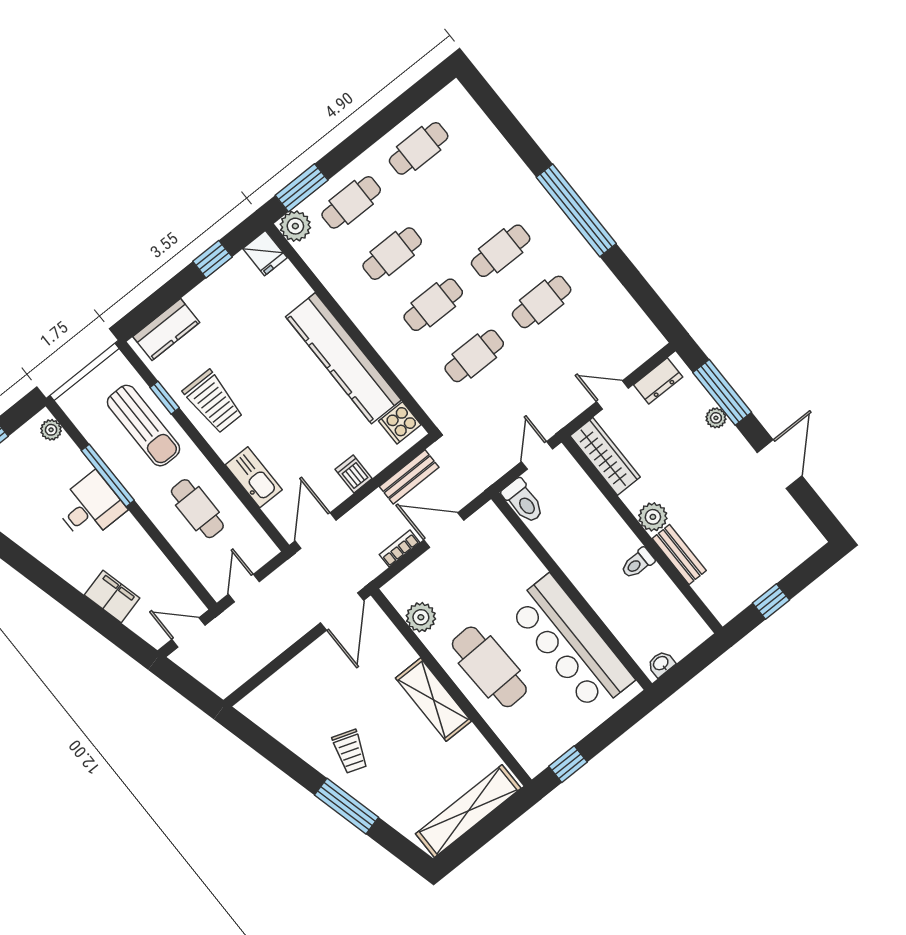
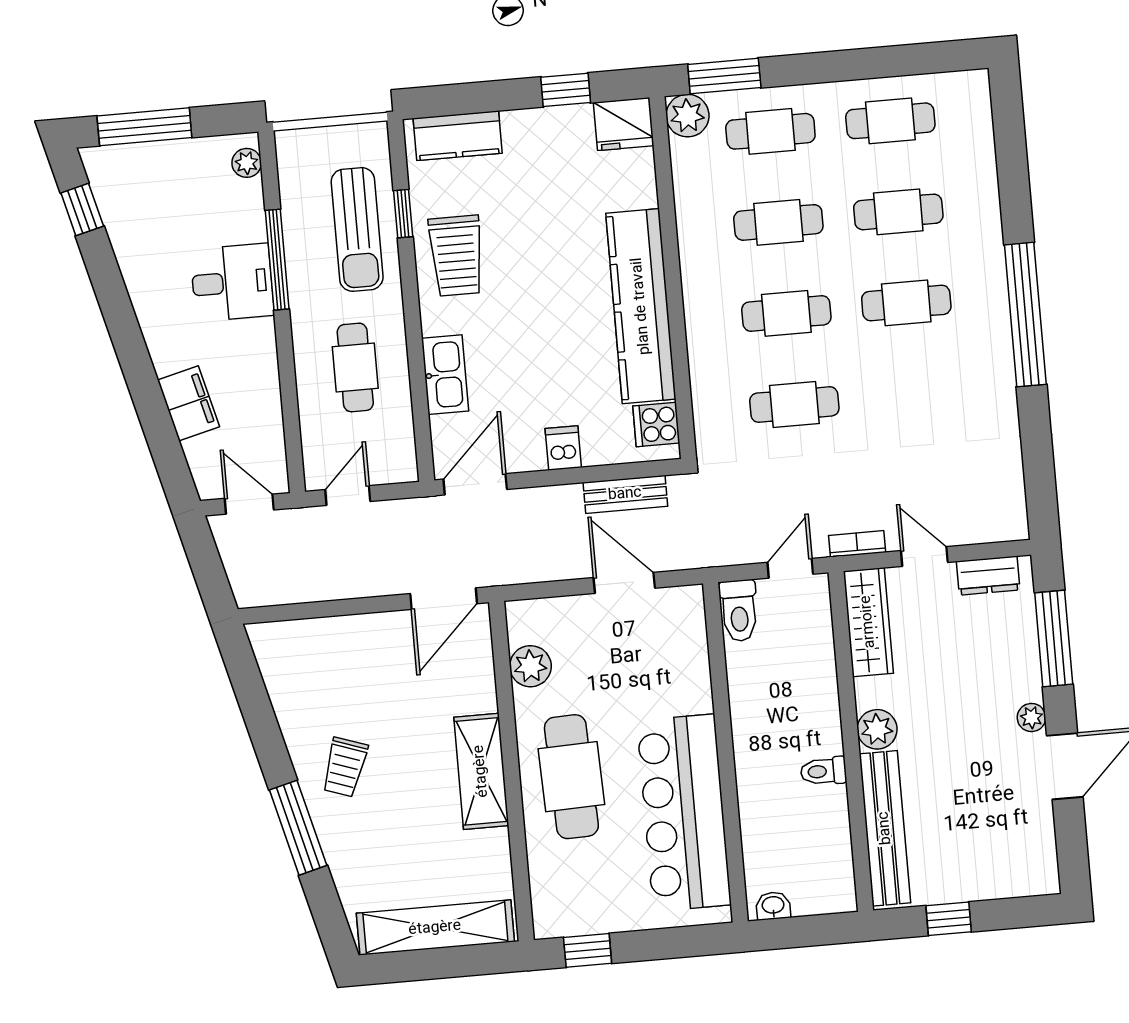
fridge: (265, 253) -> (624, 124), width x1.38
cafe table: (542, 302) -> (898, 212), moved
plant: (716, 418) -> (1031, 718), moved
bookcase: (400, 549) -> (857, 544), moved
bench: (679, 555) -> (885, 828), width x1.86, depth x1.21

